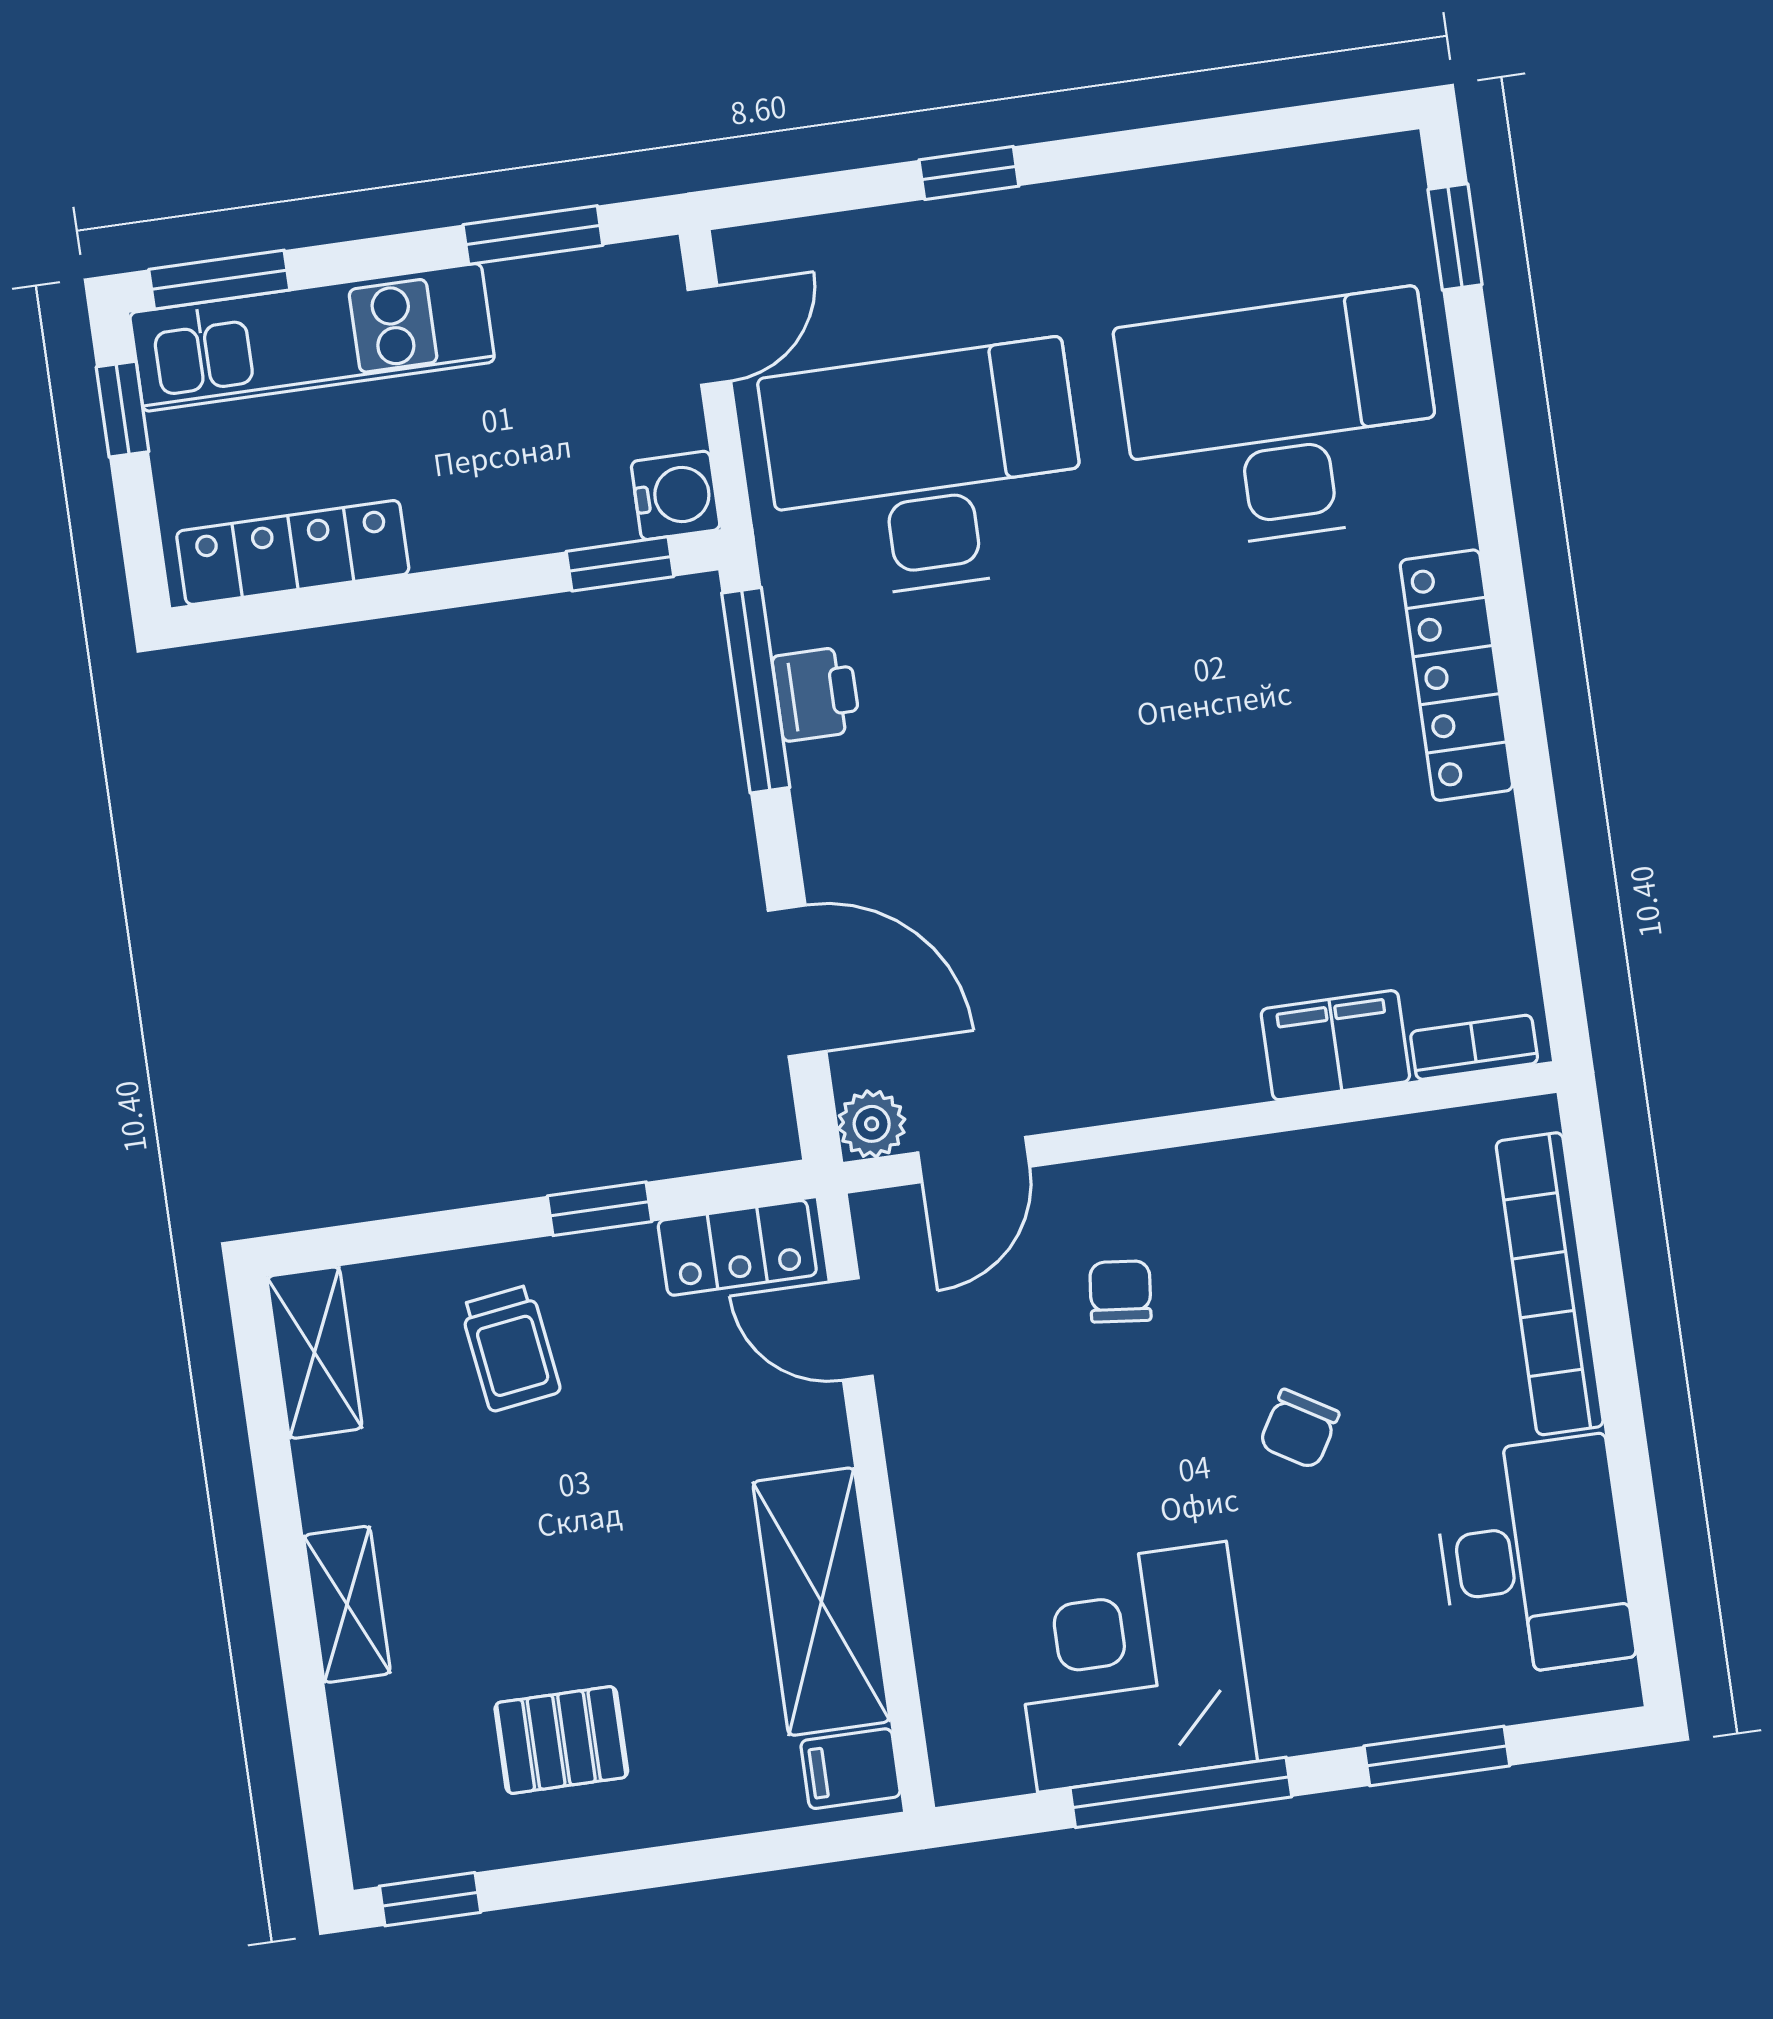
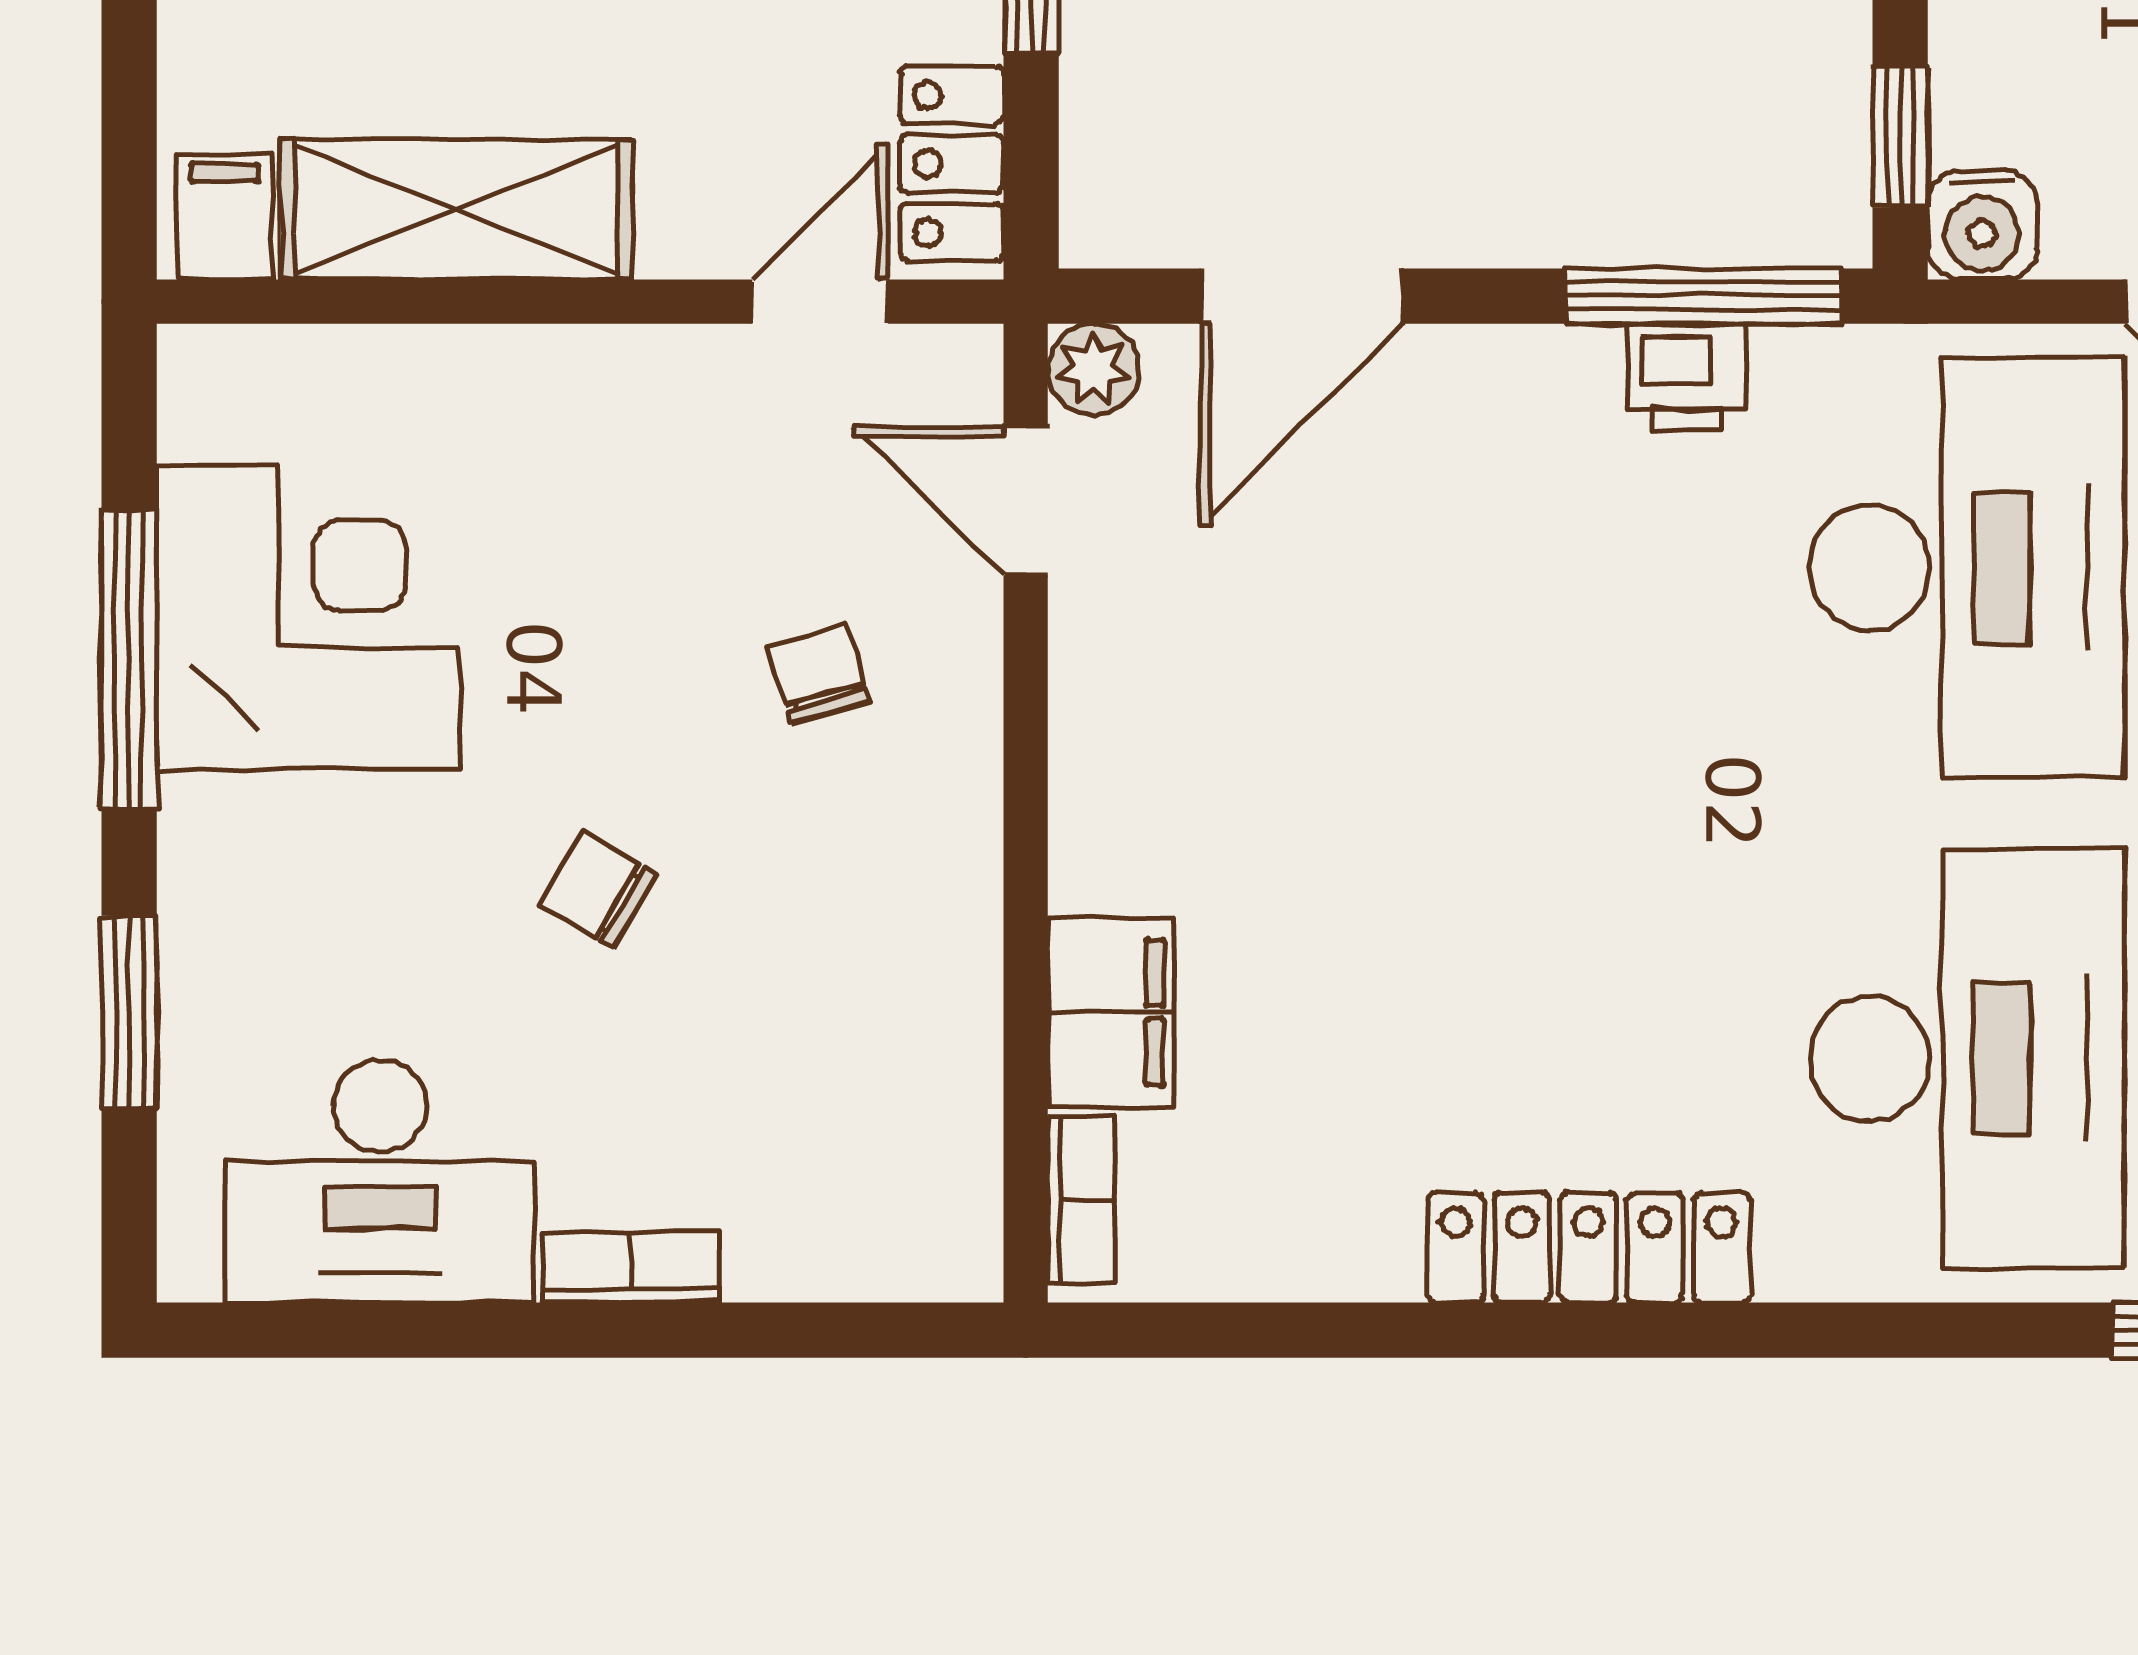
bookcase: (1550, 1284) -> (631, 1268), width x0.43, depth x0.76
chair: (1120, 1291) -> (819, 674), turned -112

